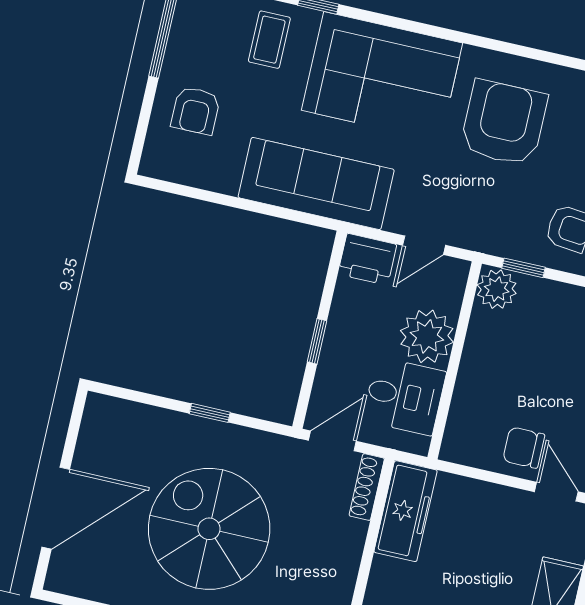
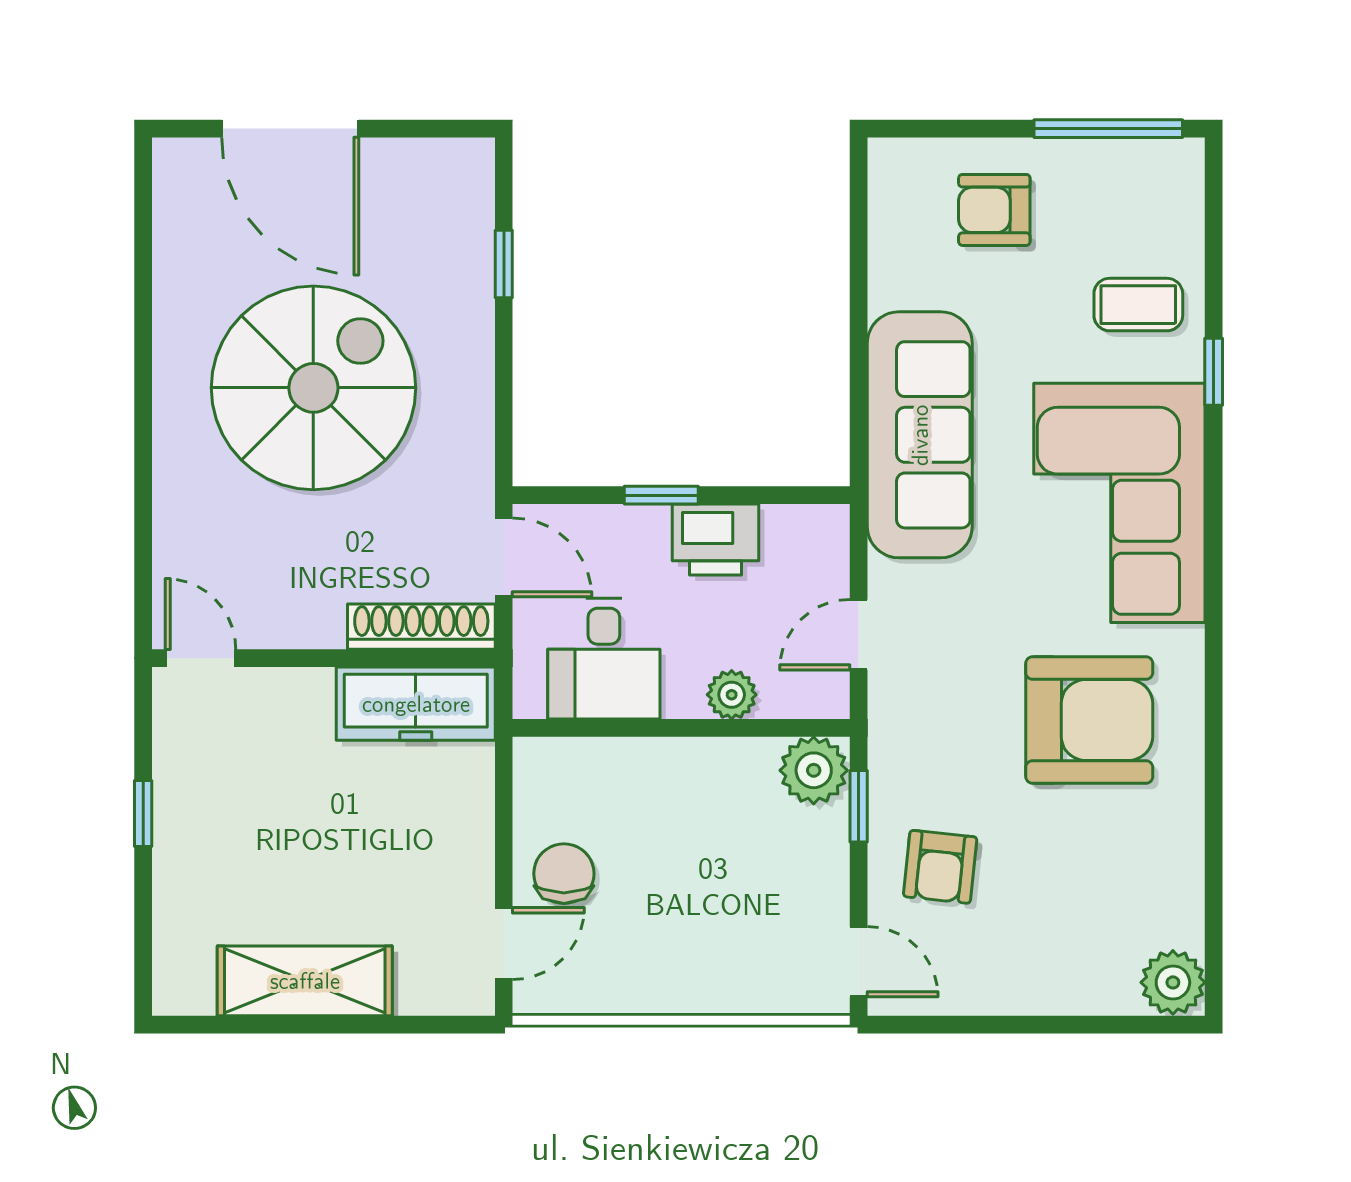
door: (424, 245) -> (859, 635), hinge flipped
printer: (367, 259) -> (715, 539), moved, turned -90
plant: (427, 336) -> (732, 695), width x0.53, depth x0.53
window: (210, 413) -> (504, 264), moved
shoe rack: (367, 487) -> (421, 627), width x1.36, depth x1.24

